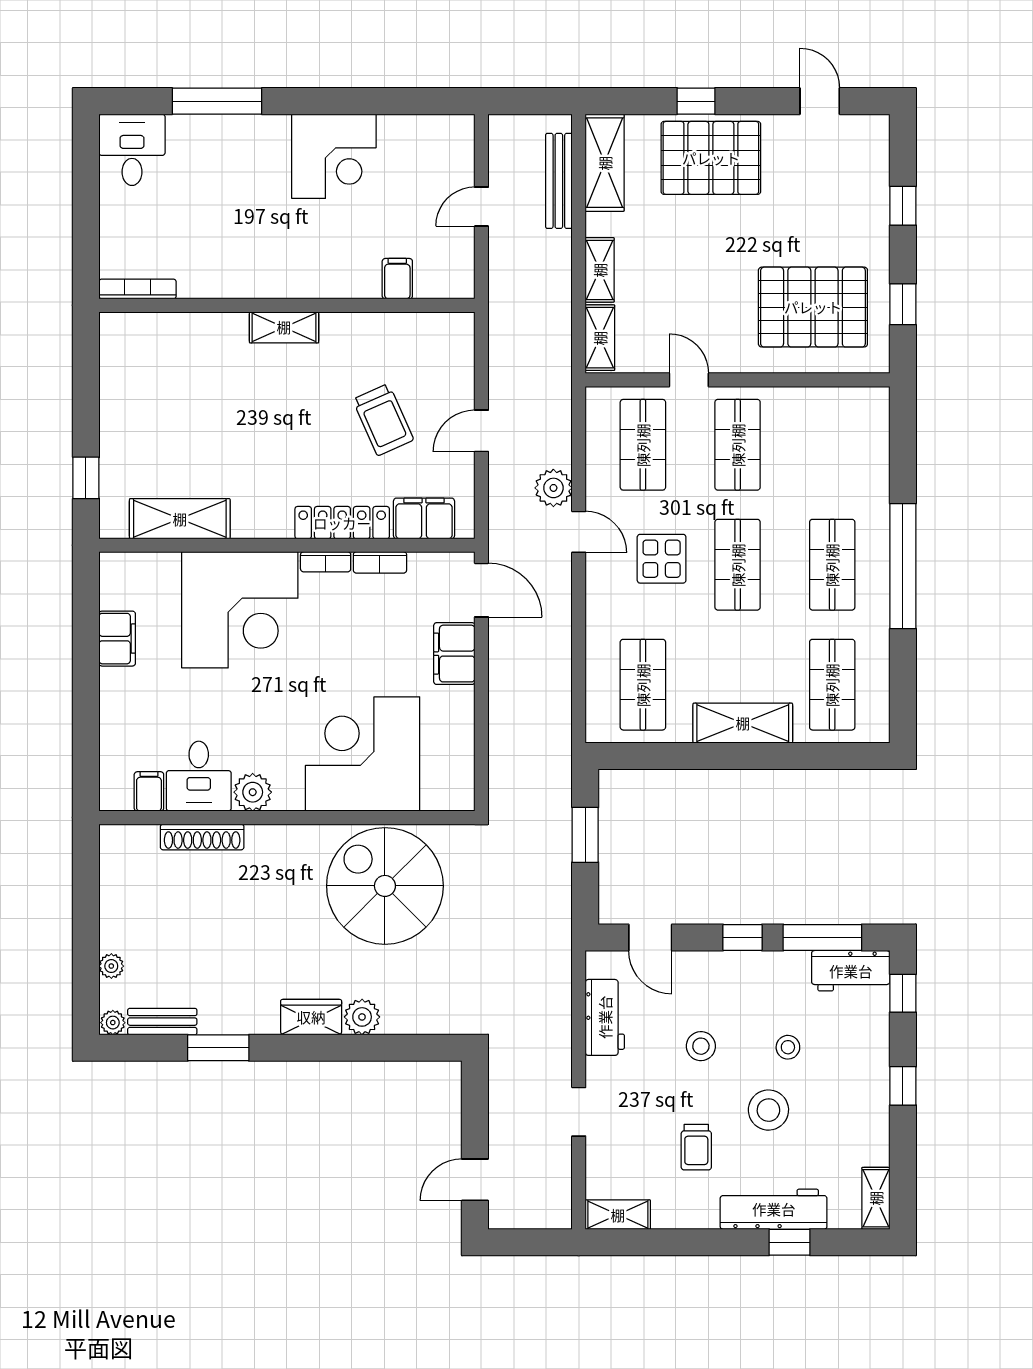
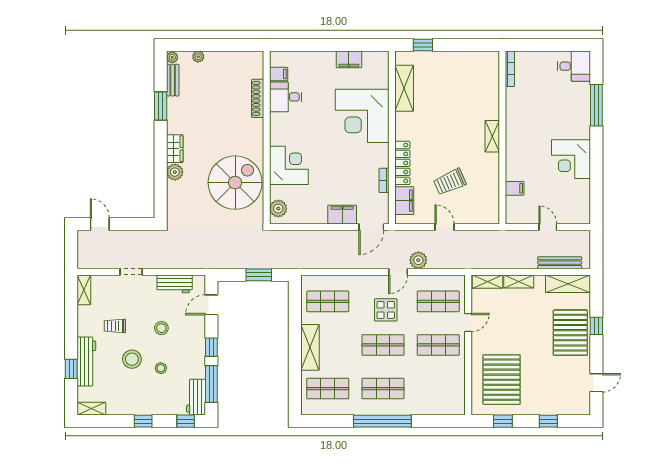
bookcase: (326, 562) -> (384, 155), removed
corner desk: (363, 754) -> (289, 165), width x0.74, depth x0.74
plant: (253, 792) -> (278, 209), moved

